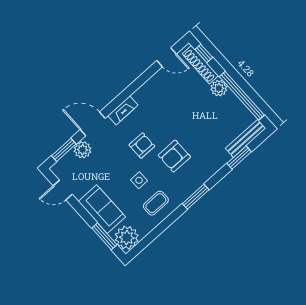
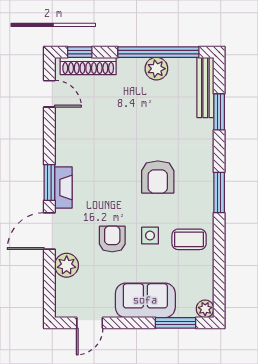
door: (167, 57) -> (49, 94), hinge flipped
plant: (219, 88) -> (156, 69), moved
armchair: (142, 146) -> (112, 239), moved
window: (64, 150) -> (49, 182), moved
coffee table: (156, 203) -> (189, 239), turned 90
plant: (127, 238) -> (205, 309), width x0.53, depth x0.53

